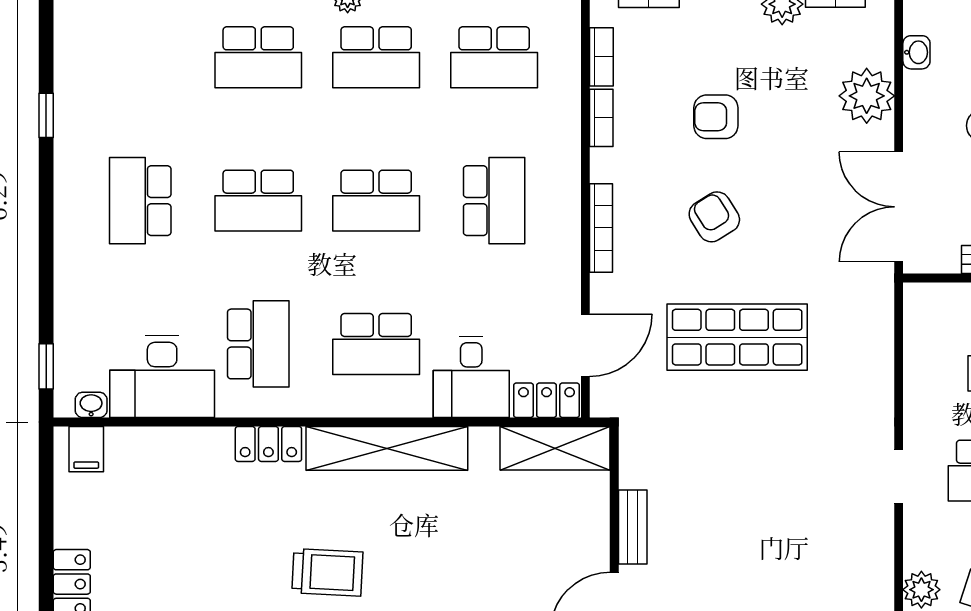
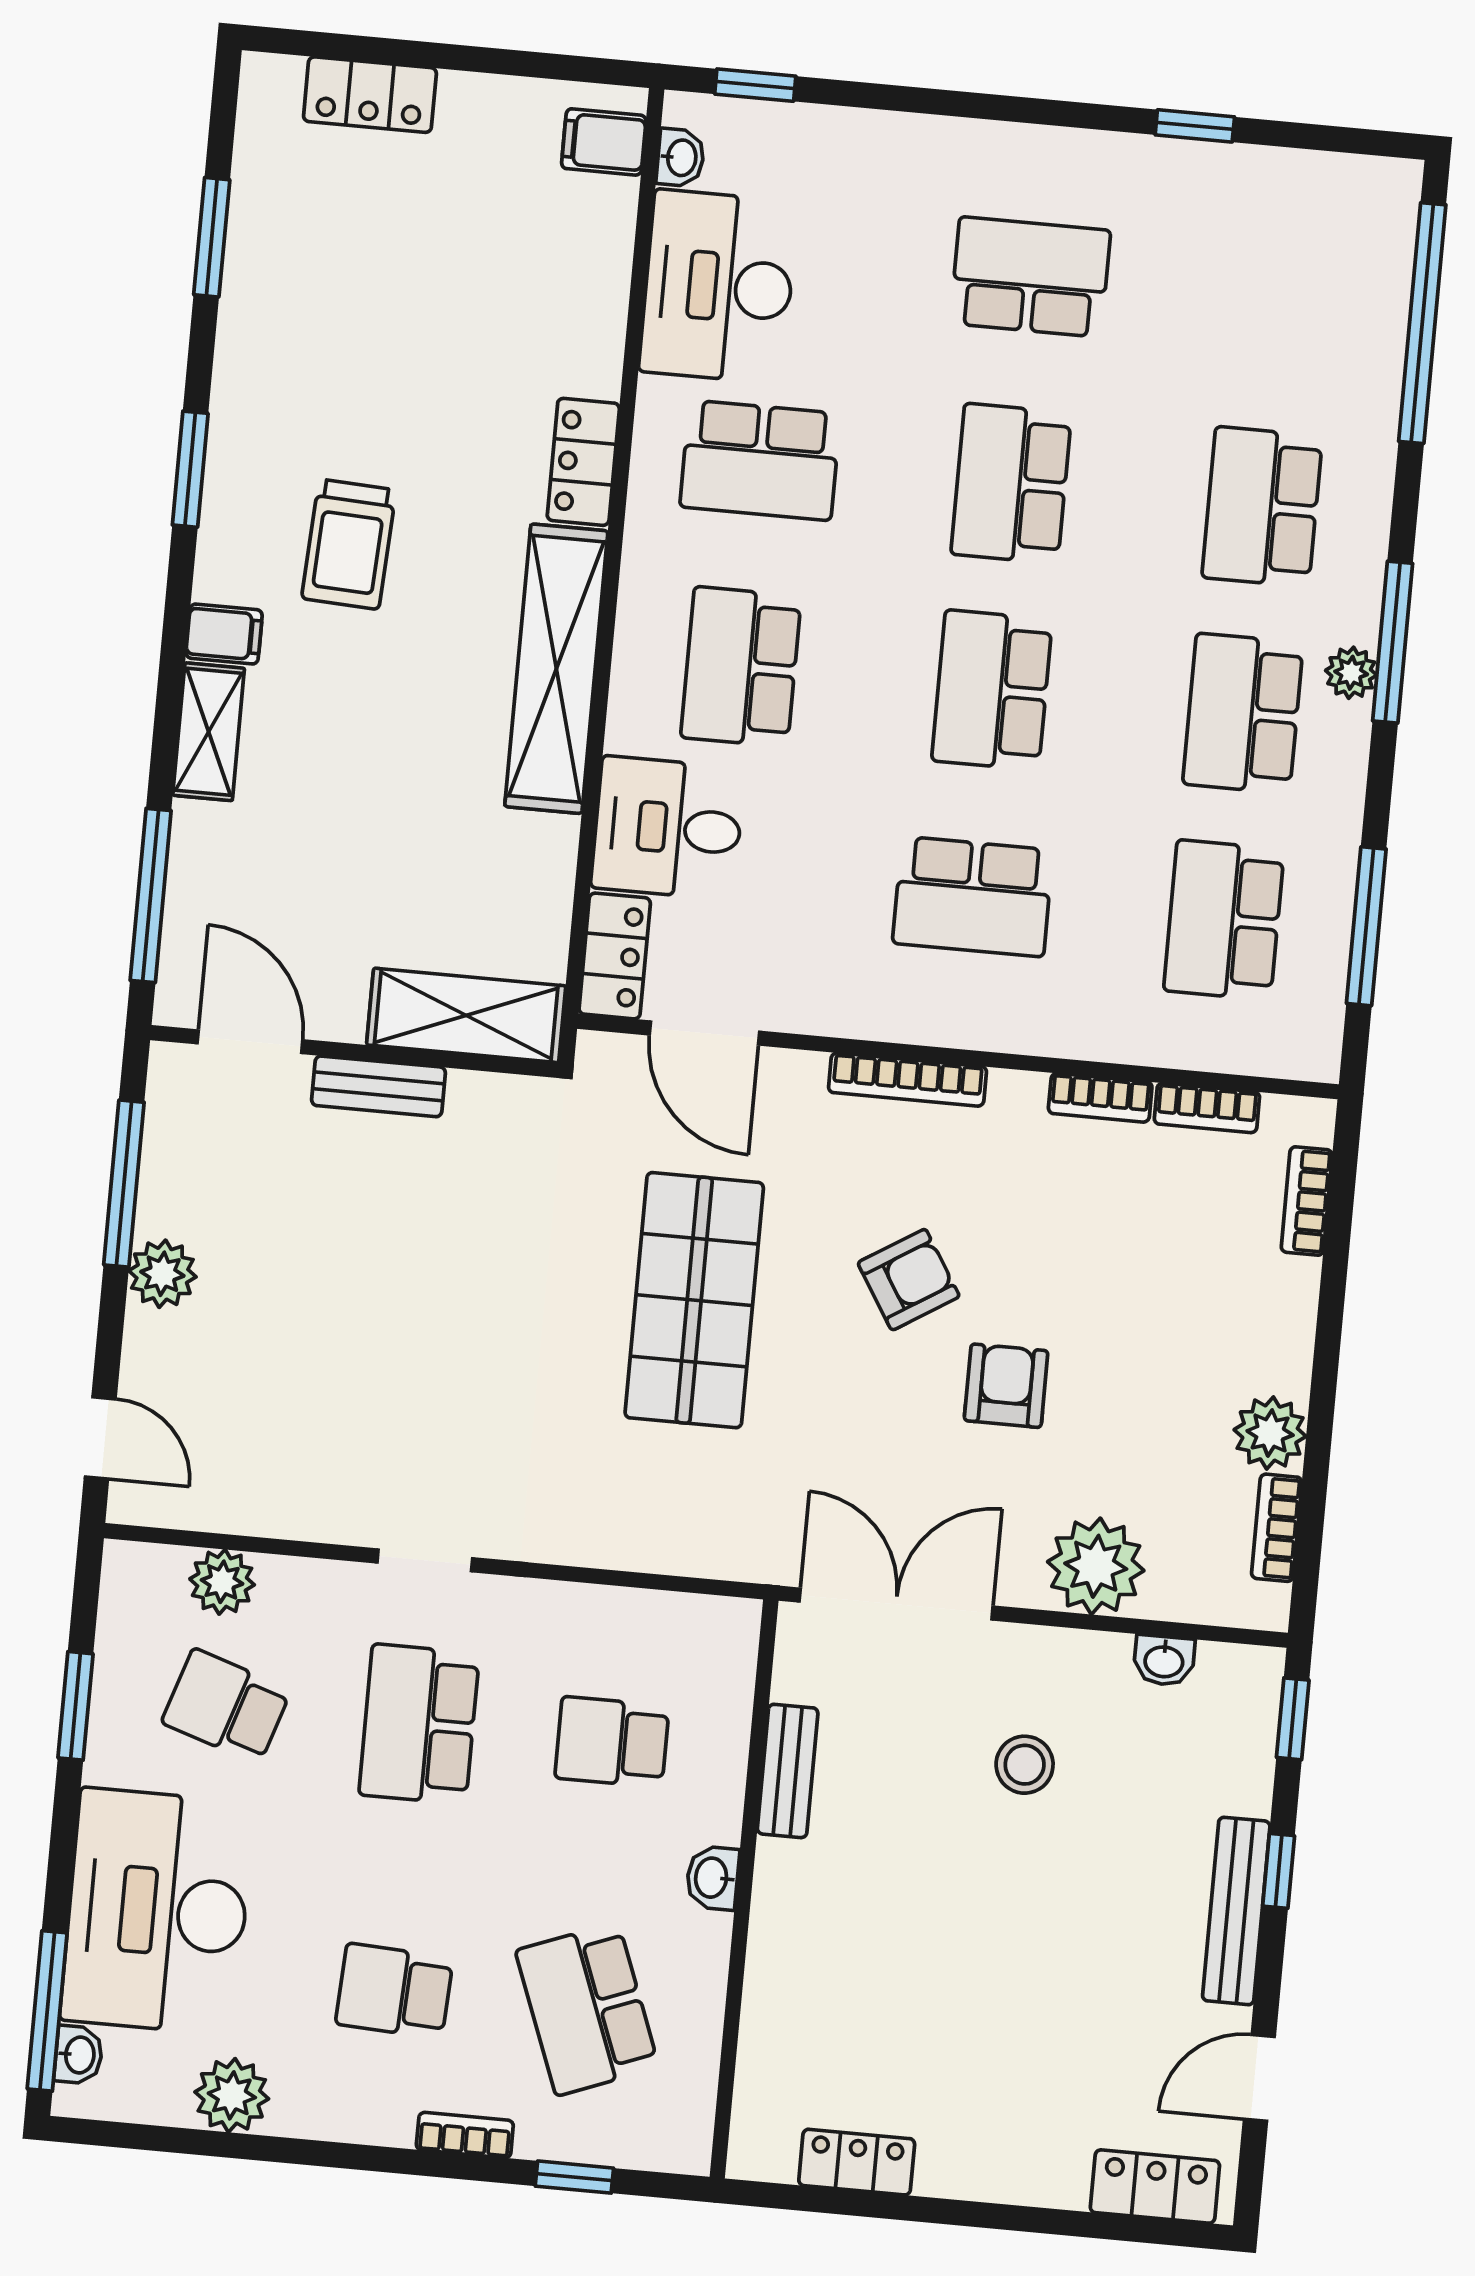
armchair: (716, 117) -> (1006, 1386), moved
shelving: (555, 448) -> (466, 1015), moved, turned 90

